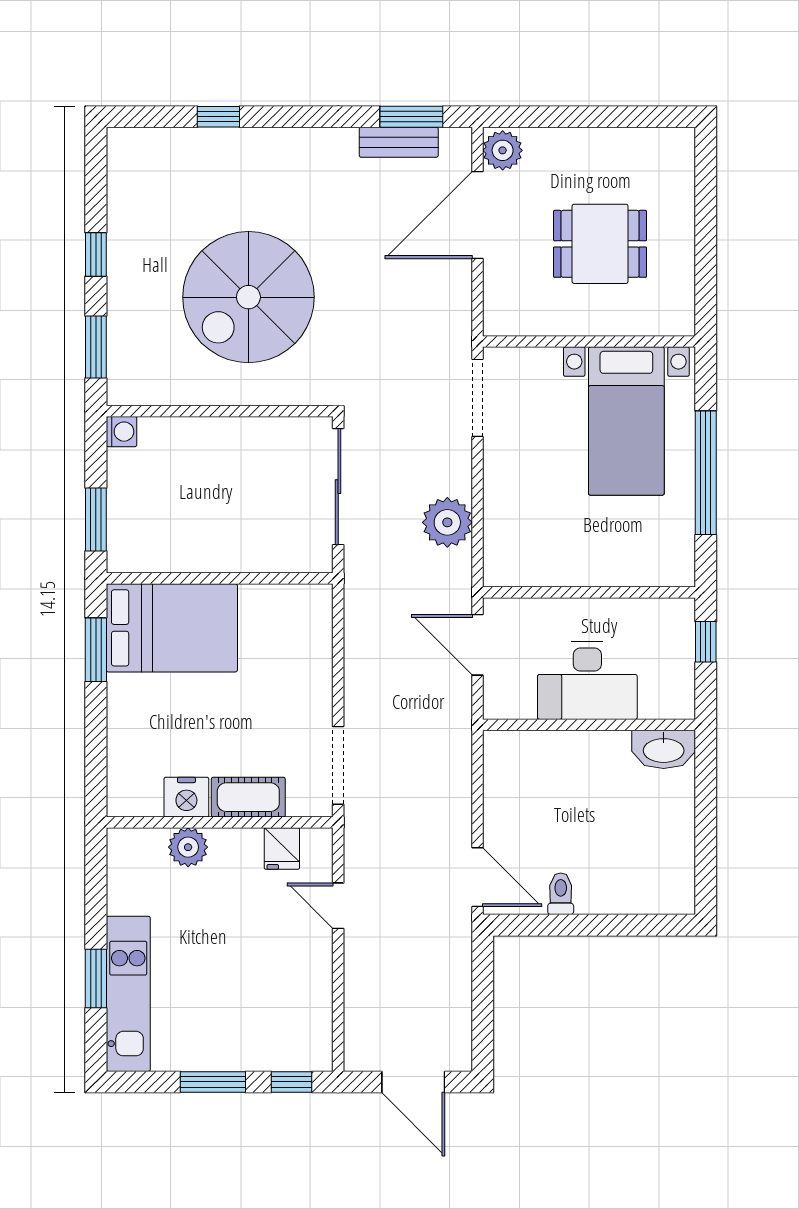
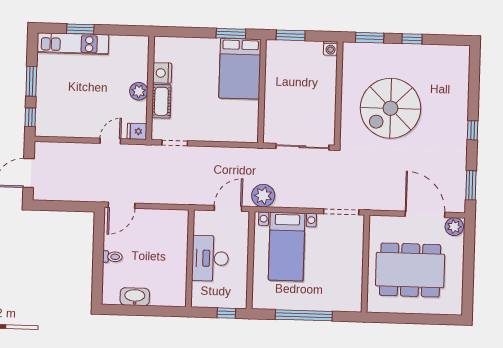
window: (218, 117) -> (473, 130), moved
bench: (399, 142) -> (459, 179), removed
dining table: (600, 244) -> (410, 270), width x1.88, depth x1.24
spiral stairs: (248, 297) -> (390, 108), turned -90
bed with nightstands: (626, 421) -> (287, 247), moved, turned -90
plant: (447, 522) -> (263, 196), moved
washbasin: (664, 749) -> (135, 297), moved, turned 90
doorway: (338, 765) -> (175, 143), width x0.73
plant: (188, 847) -> (139, 91), moved
fridge: (282, 849) -> (137, 131), moved
toilet: (561, 894) -> (112, 257), moved

